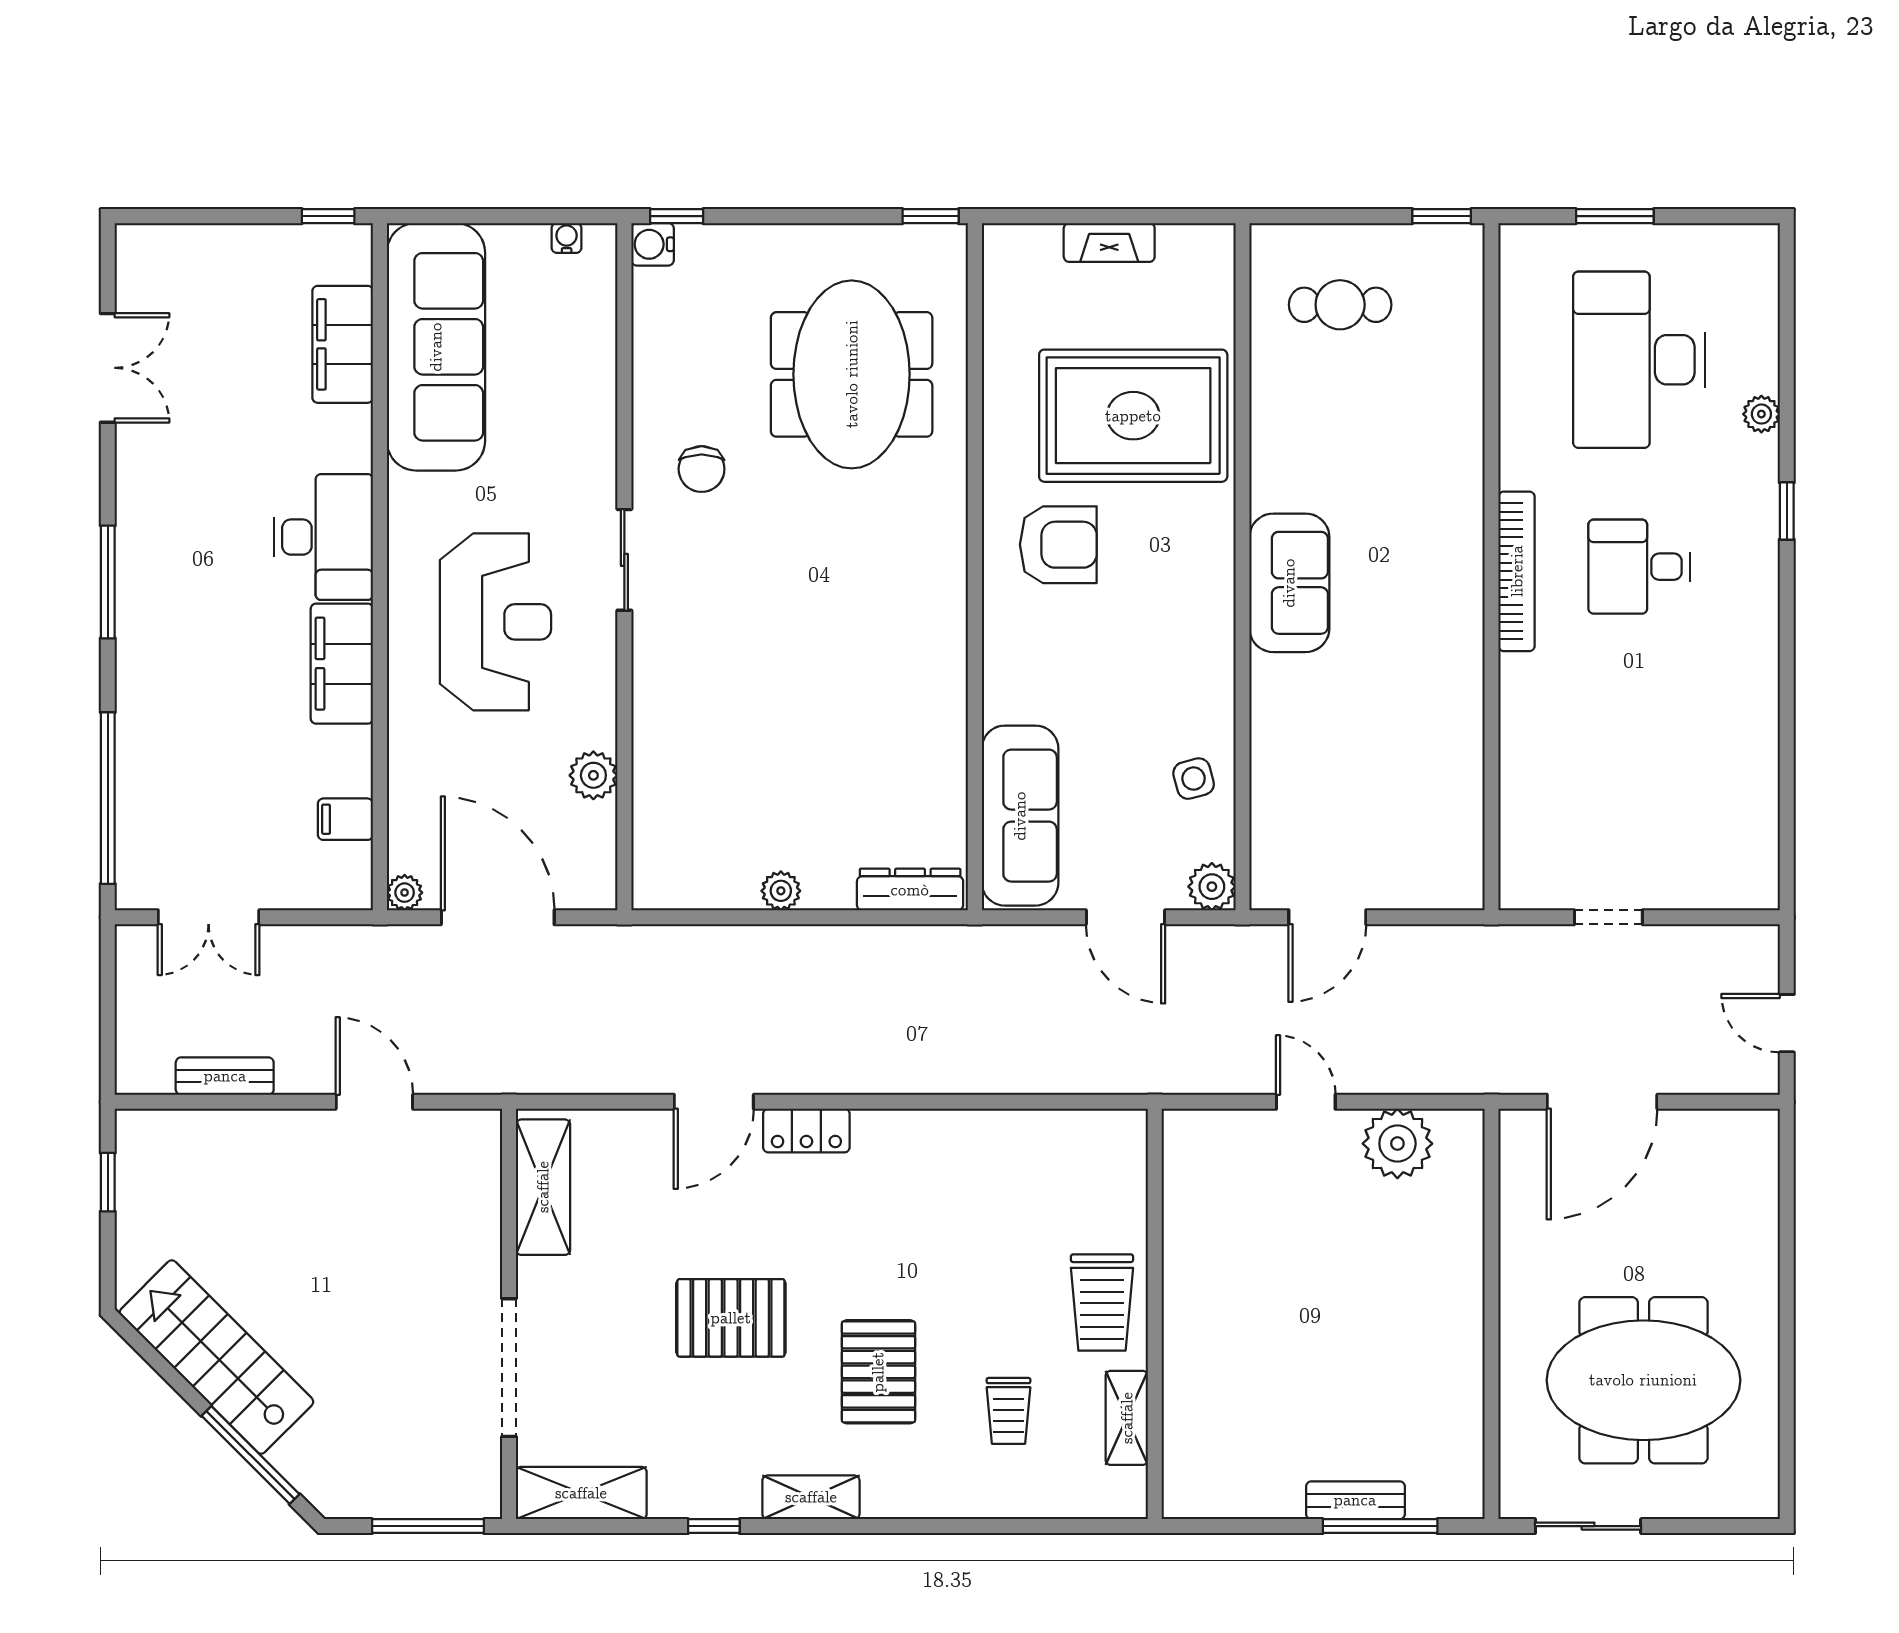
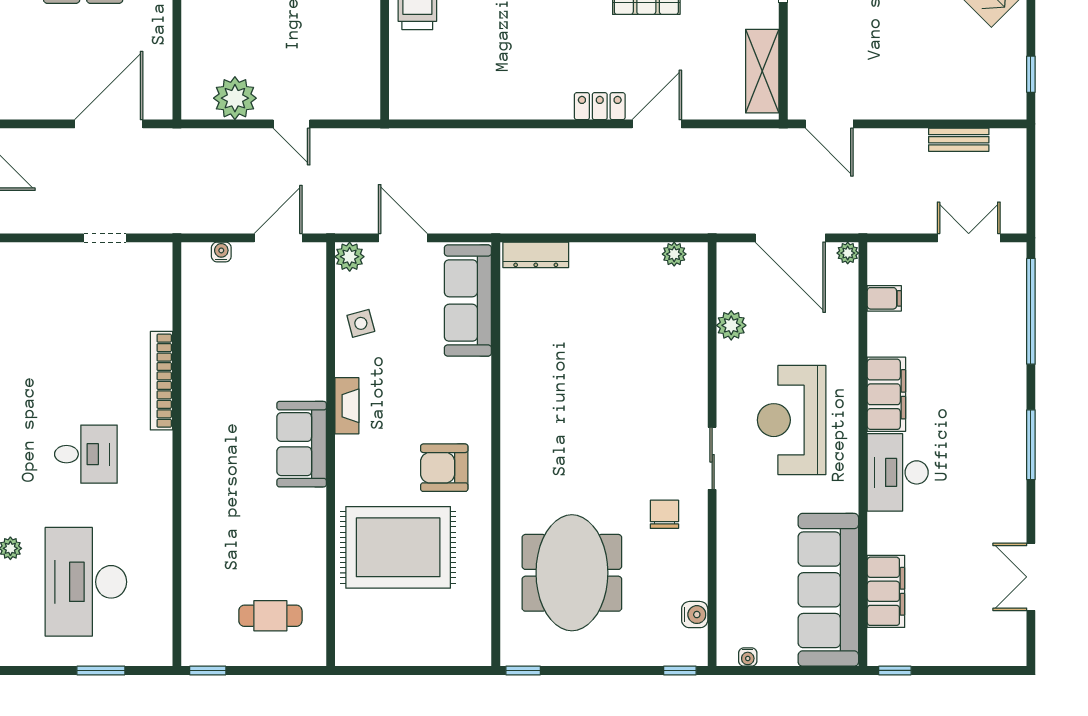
fireplace: (1109, 242) -> (347, 406), moved, turned 90
water cooler: (653, 244) -> (695, 615), moved
desk: (1639, 360) -> (86, 582), turned 180
bookcase: (1517, 571) -> (161, 381), moved
plant: (781, 891) -> (674, 254), moved
water cooler: (1420, 894) -> (221, 252), added
door: (374, 1102) -> (829, 124), moved

